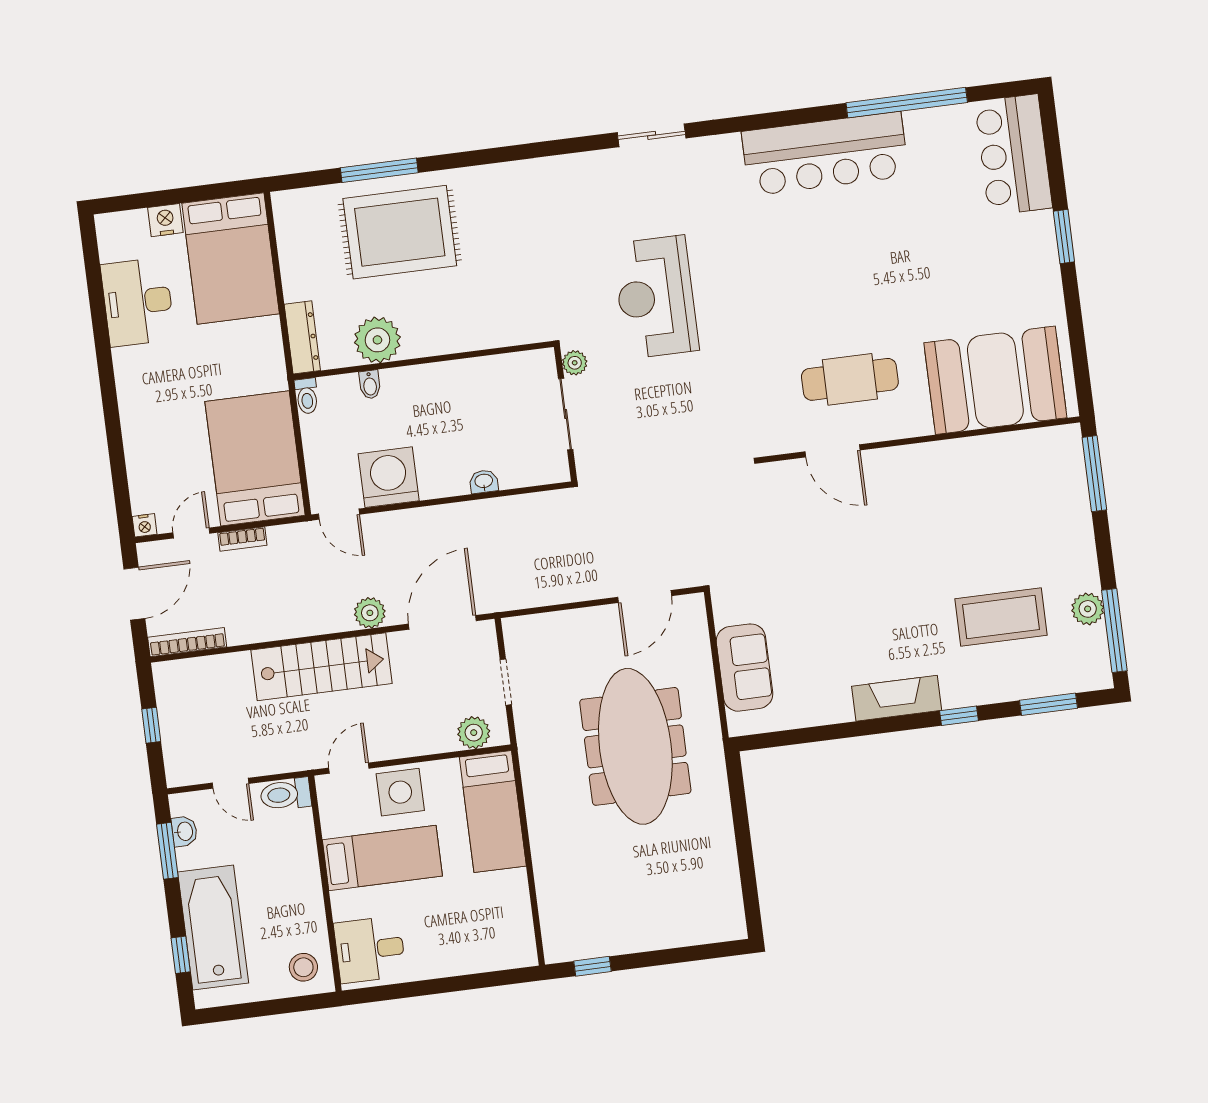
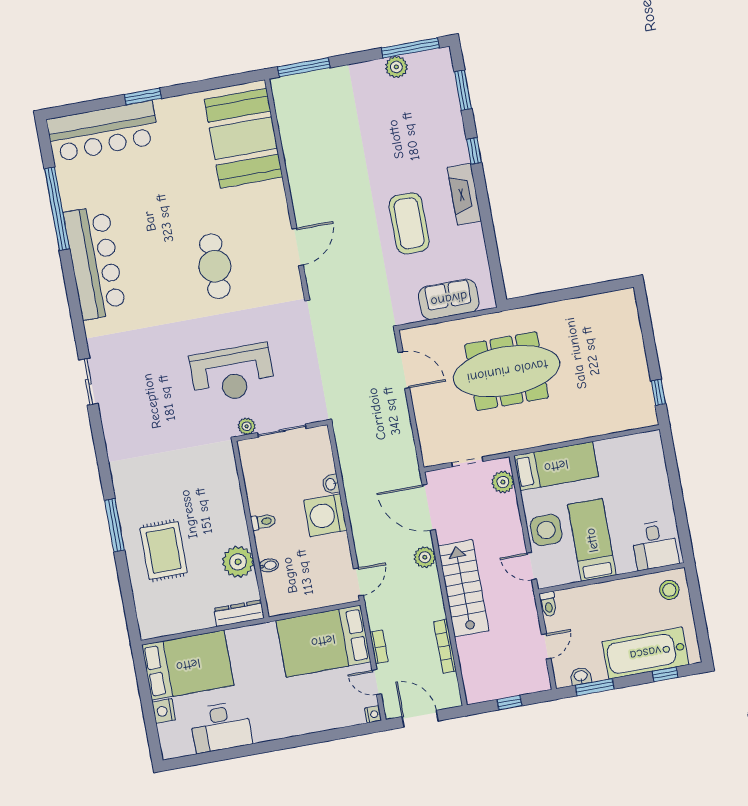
bar counter: (1014, 155) -> (103, 131), width x1.36
window: (379, 170) -> (115, 525), moved
rug: (400, 232) -> (164, 550), width x0.73, depth x0.69
reception desk: (656, 297) -> (232, 373), moved
cafe table: (850, 379) -> (215, 266), moved
toilet: (307, 396) -> (263, 522), moved
washing machine: (389, 477) -> (325, 515), moved
coffee table: (1001, 617) -> (409, 223), moved
bookcase: (187, 642) -> (445, 646), moved
toilet: (286, 794) -> (548, 604), width x0.73, depth x0.72

